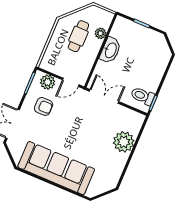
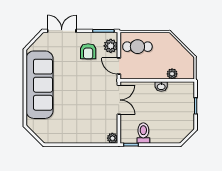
cafe table: (78, 36) -> (137, 47), moved
washbasin: (110, 50) -> (161, 86), width x0.52, depth x0.69
toilet: (143, 96) -> (143, 133), moved
plant: (124, 142) -> (112, 138), moved, width x0.53, depth x0.53

